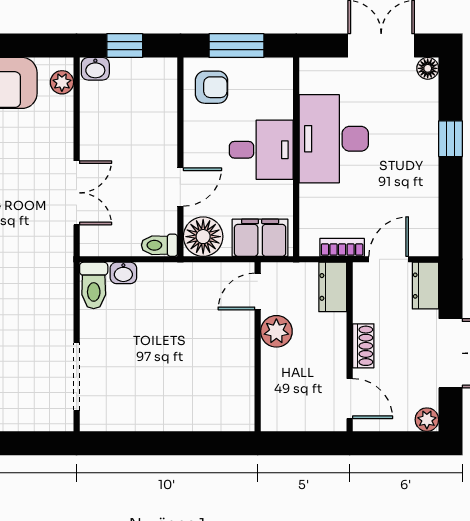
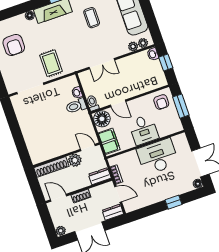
plant: (62, 108) -> (133, 46), added
toilet: (94, 285) -> (76, 106), moved
rug: (35, 309) -> (51, 63), added
shoe rack: (273, 390) -> (51, 167), added
door: (350, 399) -> (59, 198), swing flipped

